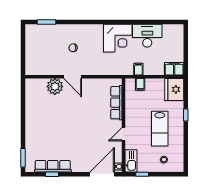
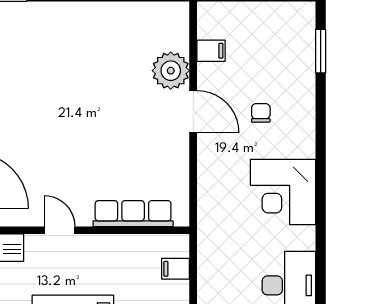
corner desk: (118, 38) -> (283, 192), moved
filing cabinet: (138, 69) -> (211, 51), moved
door: (73, 77) -> (193, 112), swing flipped

